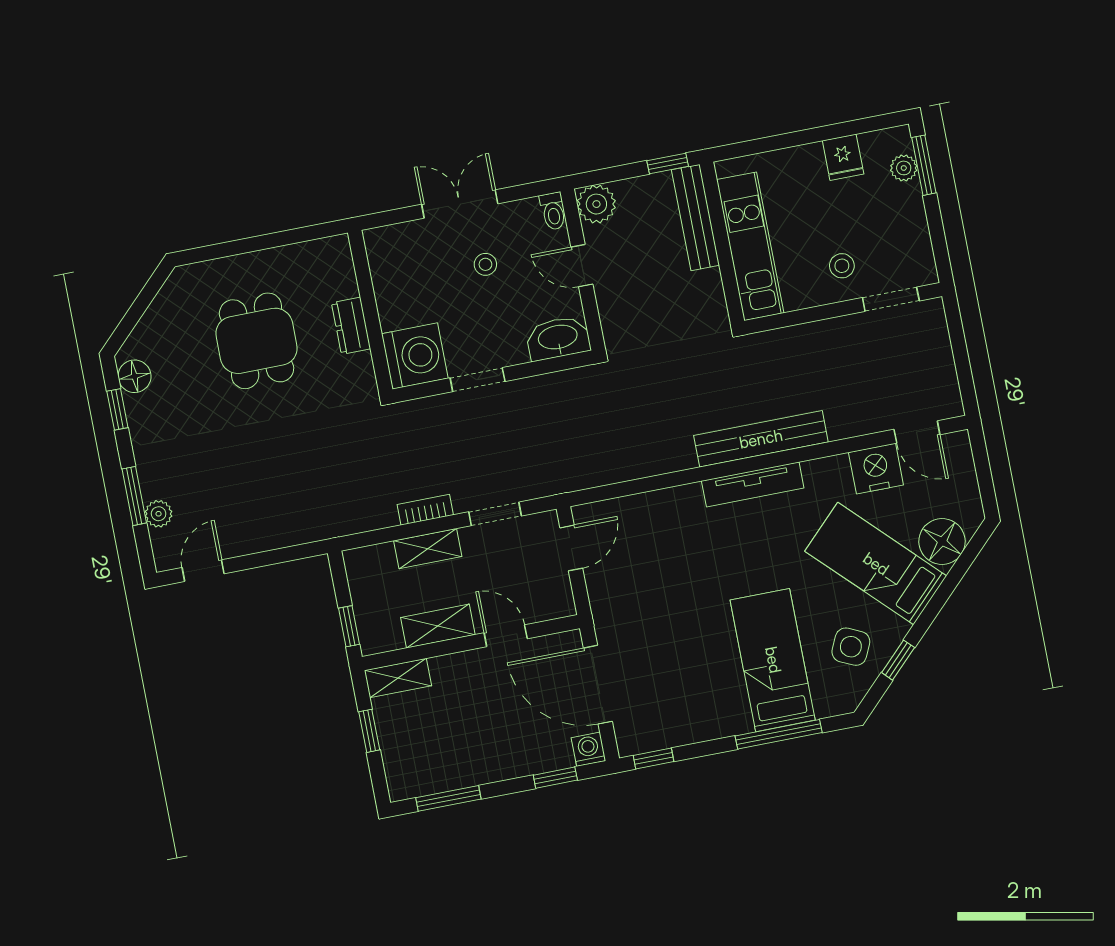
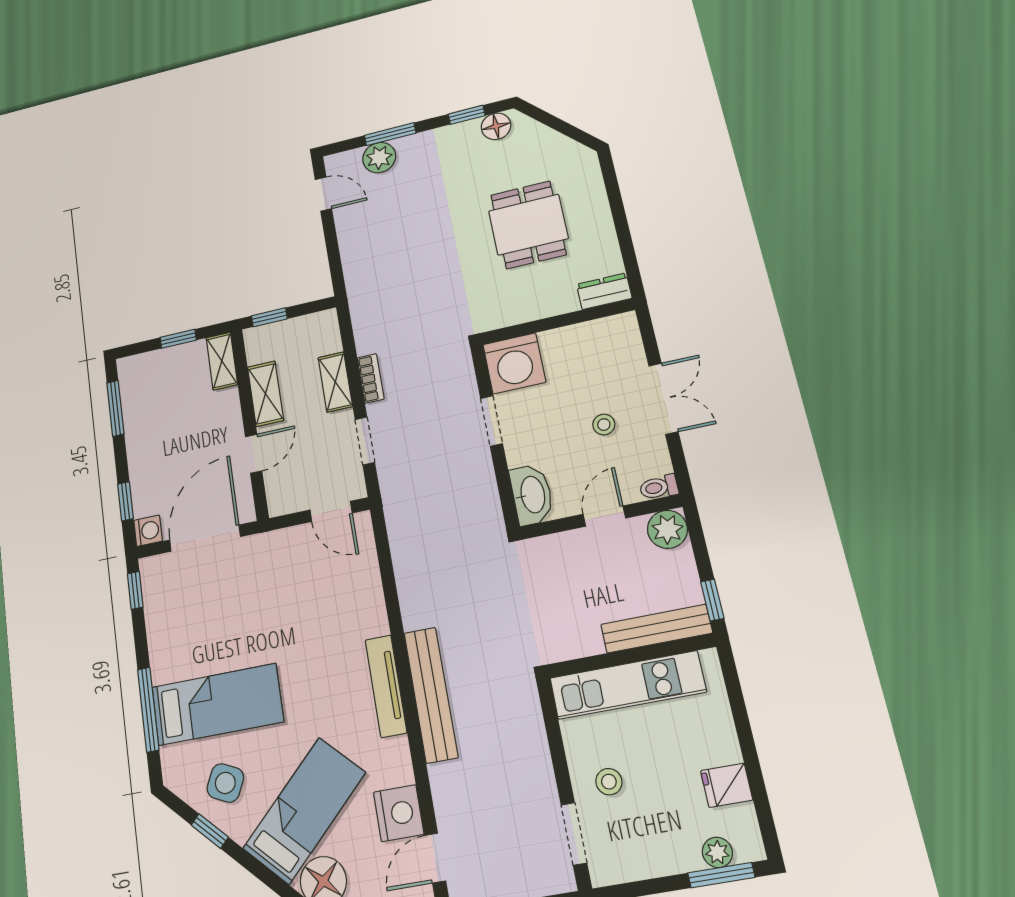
dresser: (351, 326) -> (604, 291), moved
dining table: (257, 341) -> (528, 225), turned 90
plant: (159, 514) -> (379, 158), width x1.38, depth x1.38

